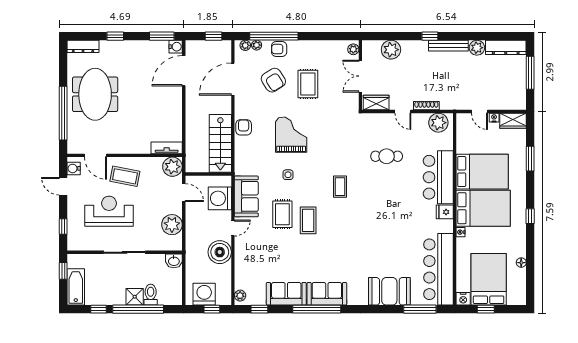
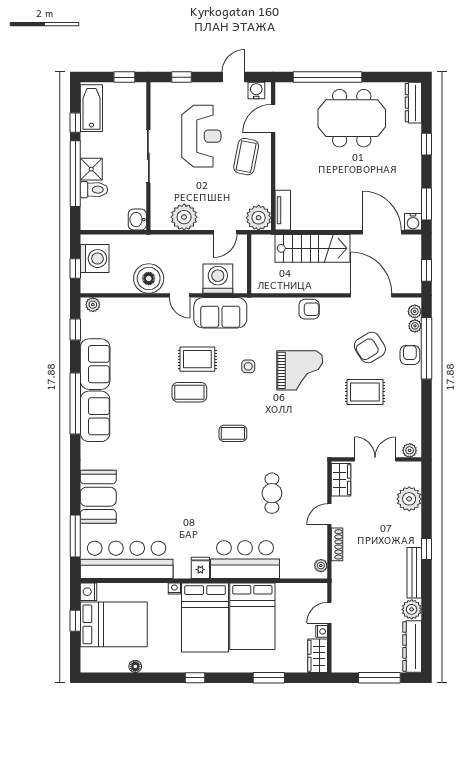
plant: (438, 123) -> (321, 566), width x0.53, depth x0.53
stairs: (220, 143) -> (313, 248), moved, turned 180
bathtub: (76, 287) -> (91, 108), moved, turned -90

